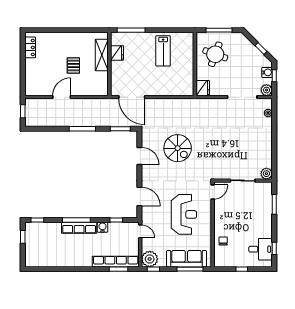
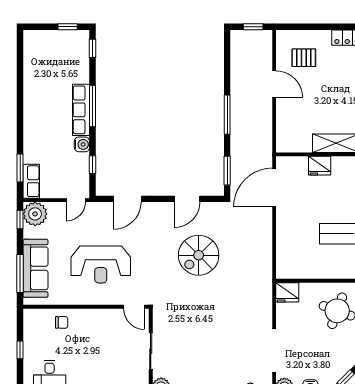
fridge: (117, 53) -> (320, 166), moved
pallet: (73, 65) -> (304, 58), moved
row of seats: (116, 262) -> (31, 181), width x0.50

